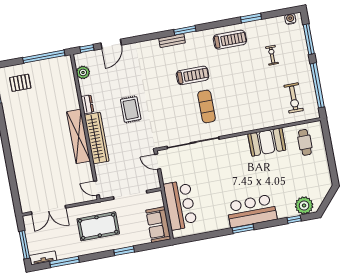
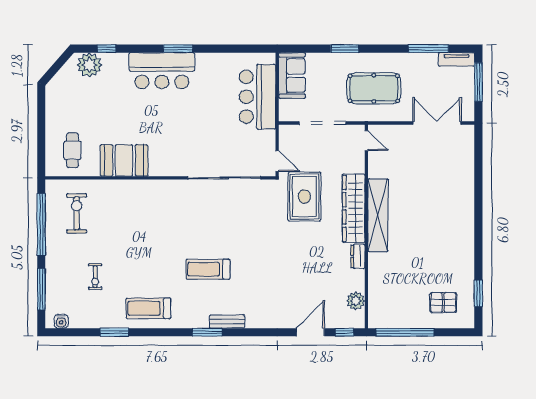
exercise mat: (207, 106) -> (197, 224), removed
rug: (131, 109) -> (304, 197), moved, width x1.36, depth x1.43

